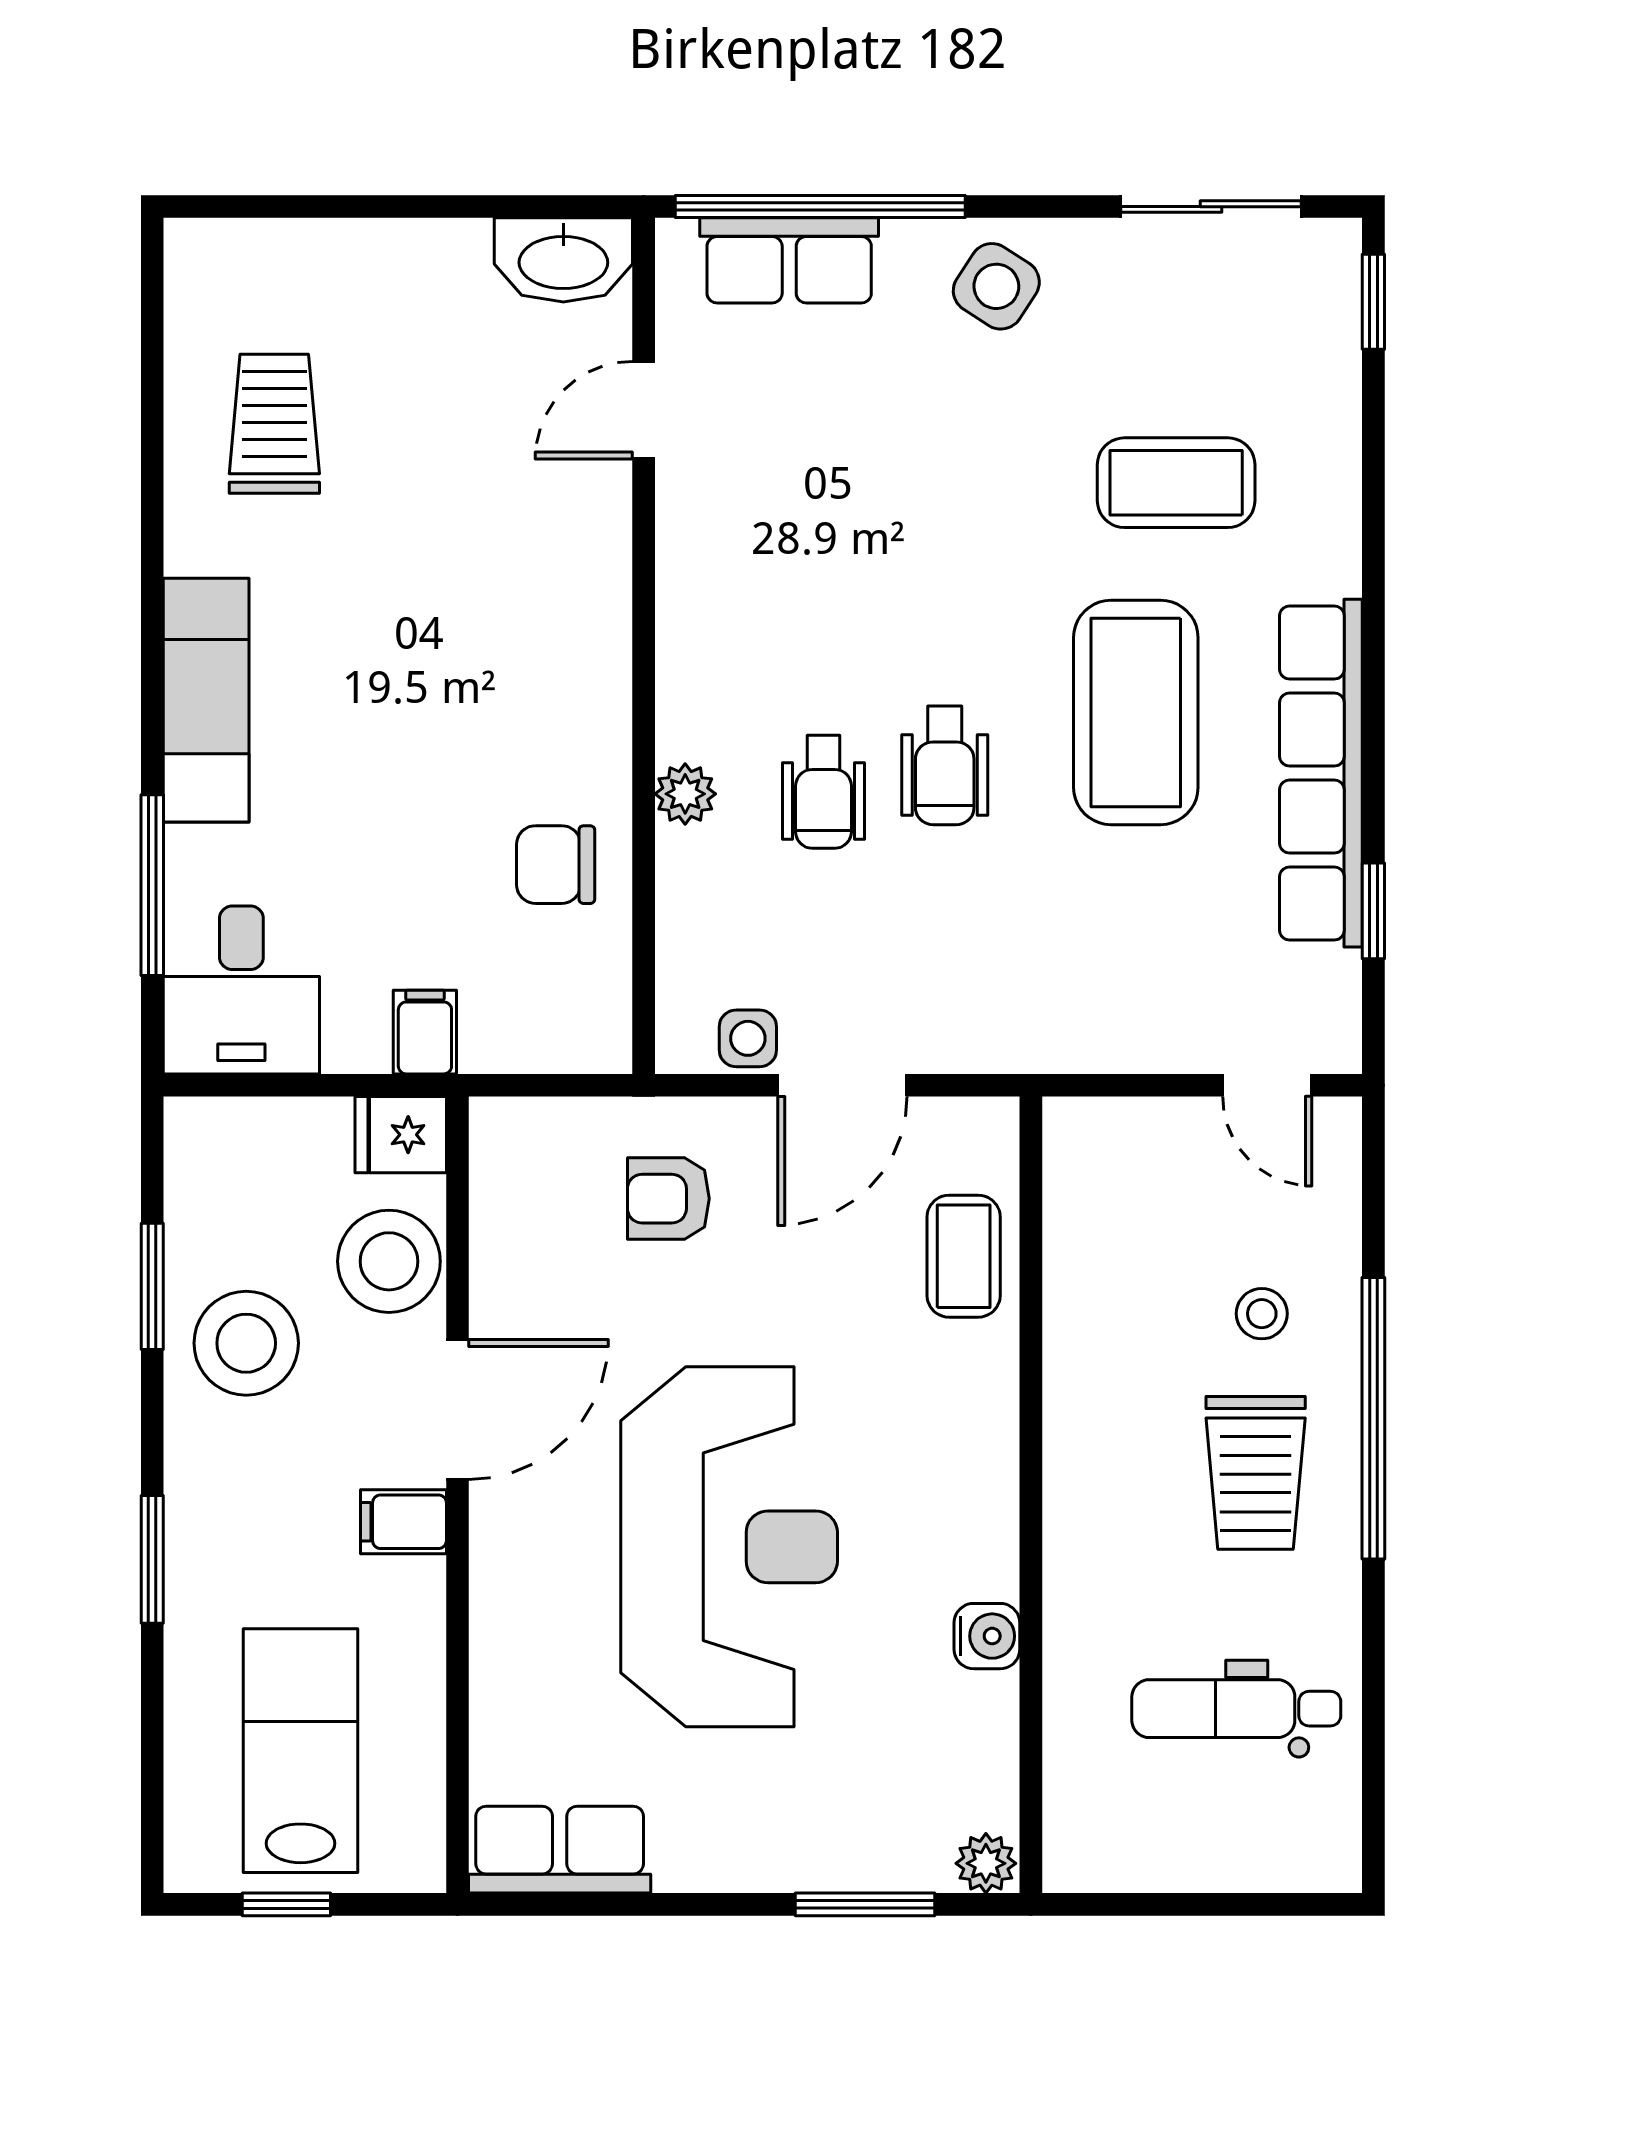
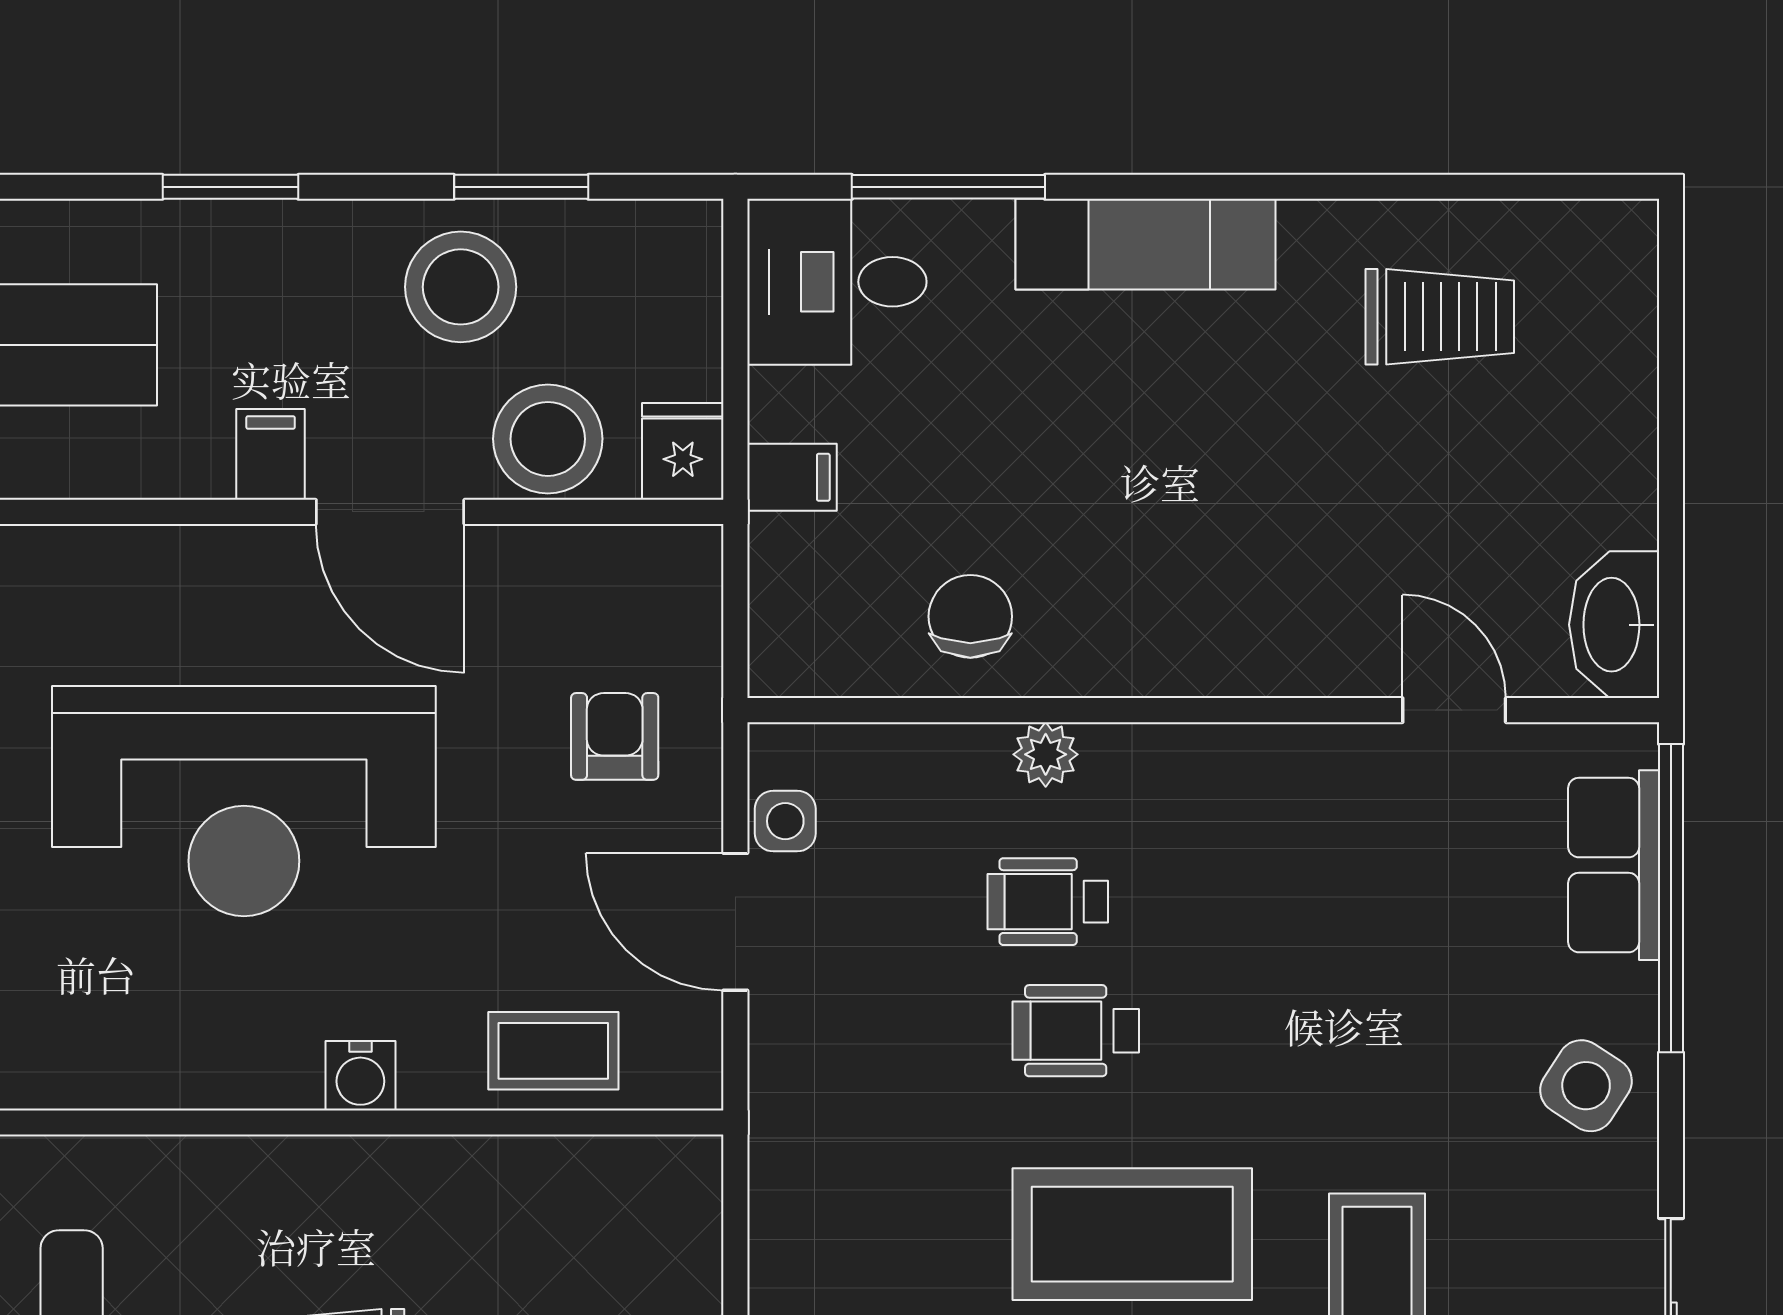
water cooler: (987, 1636) -> (360, 1076), moved

